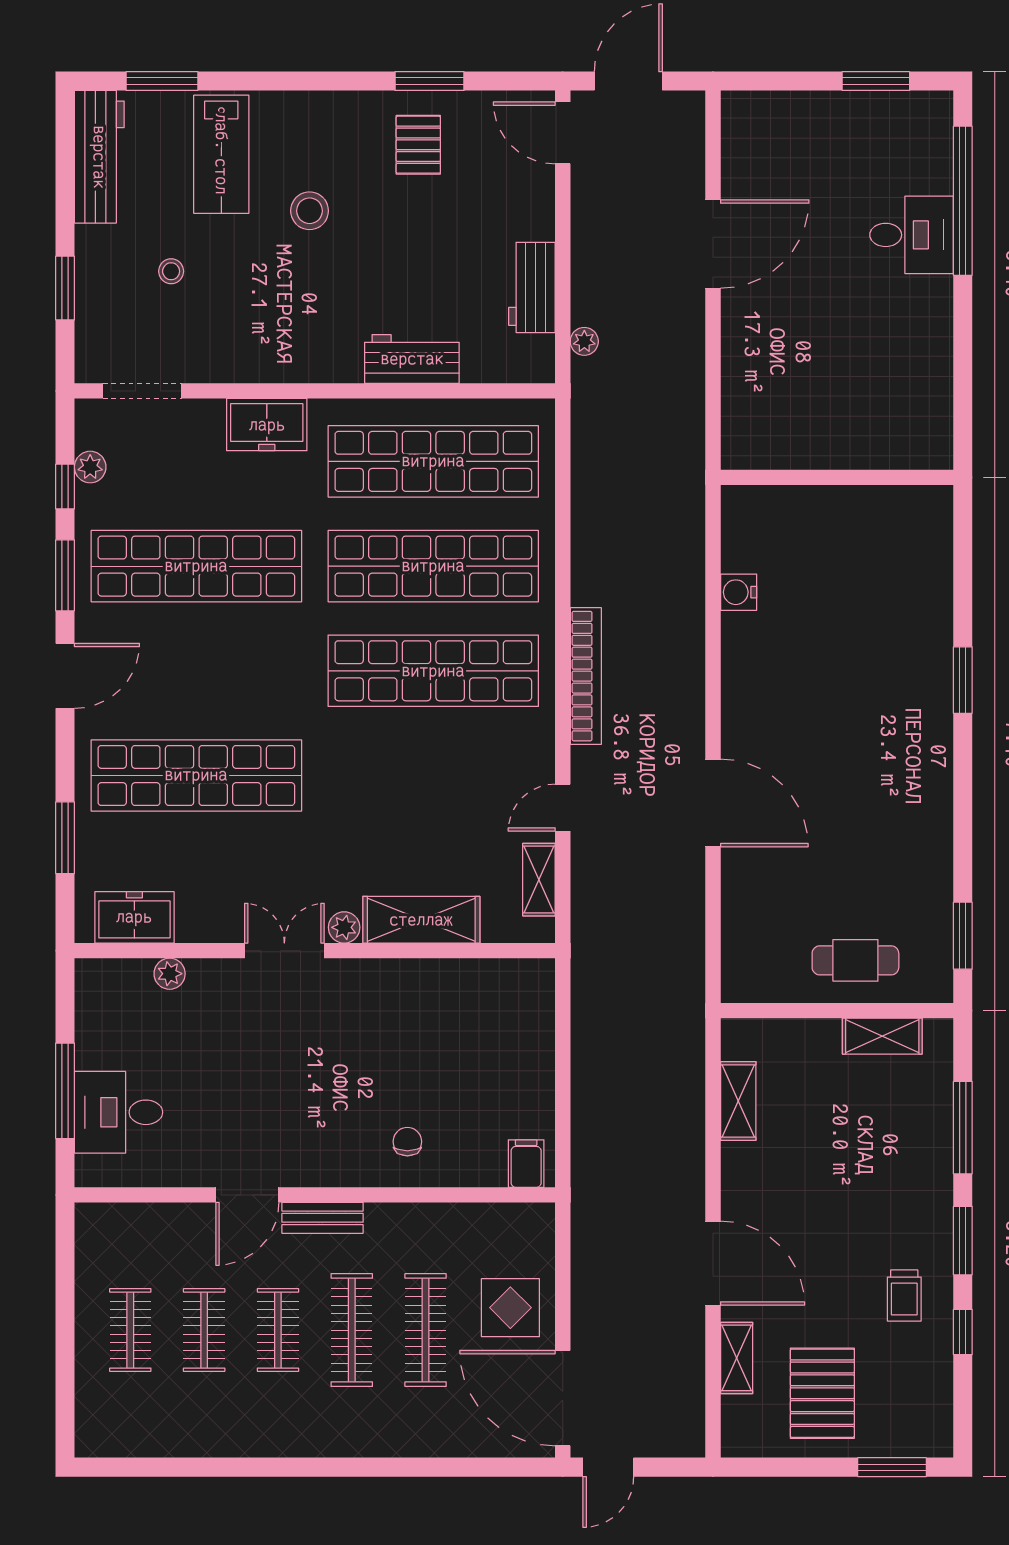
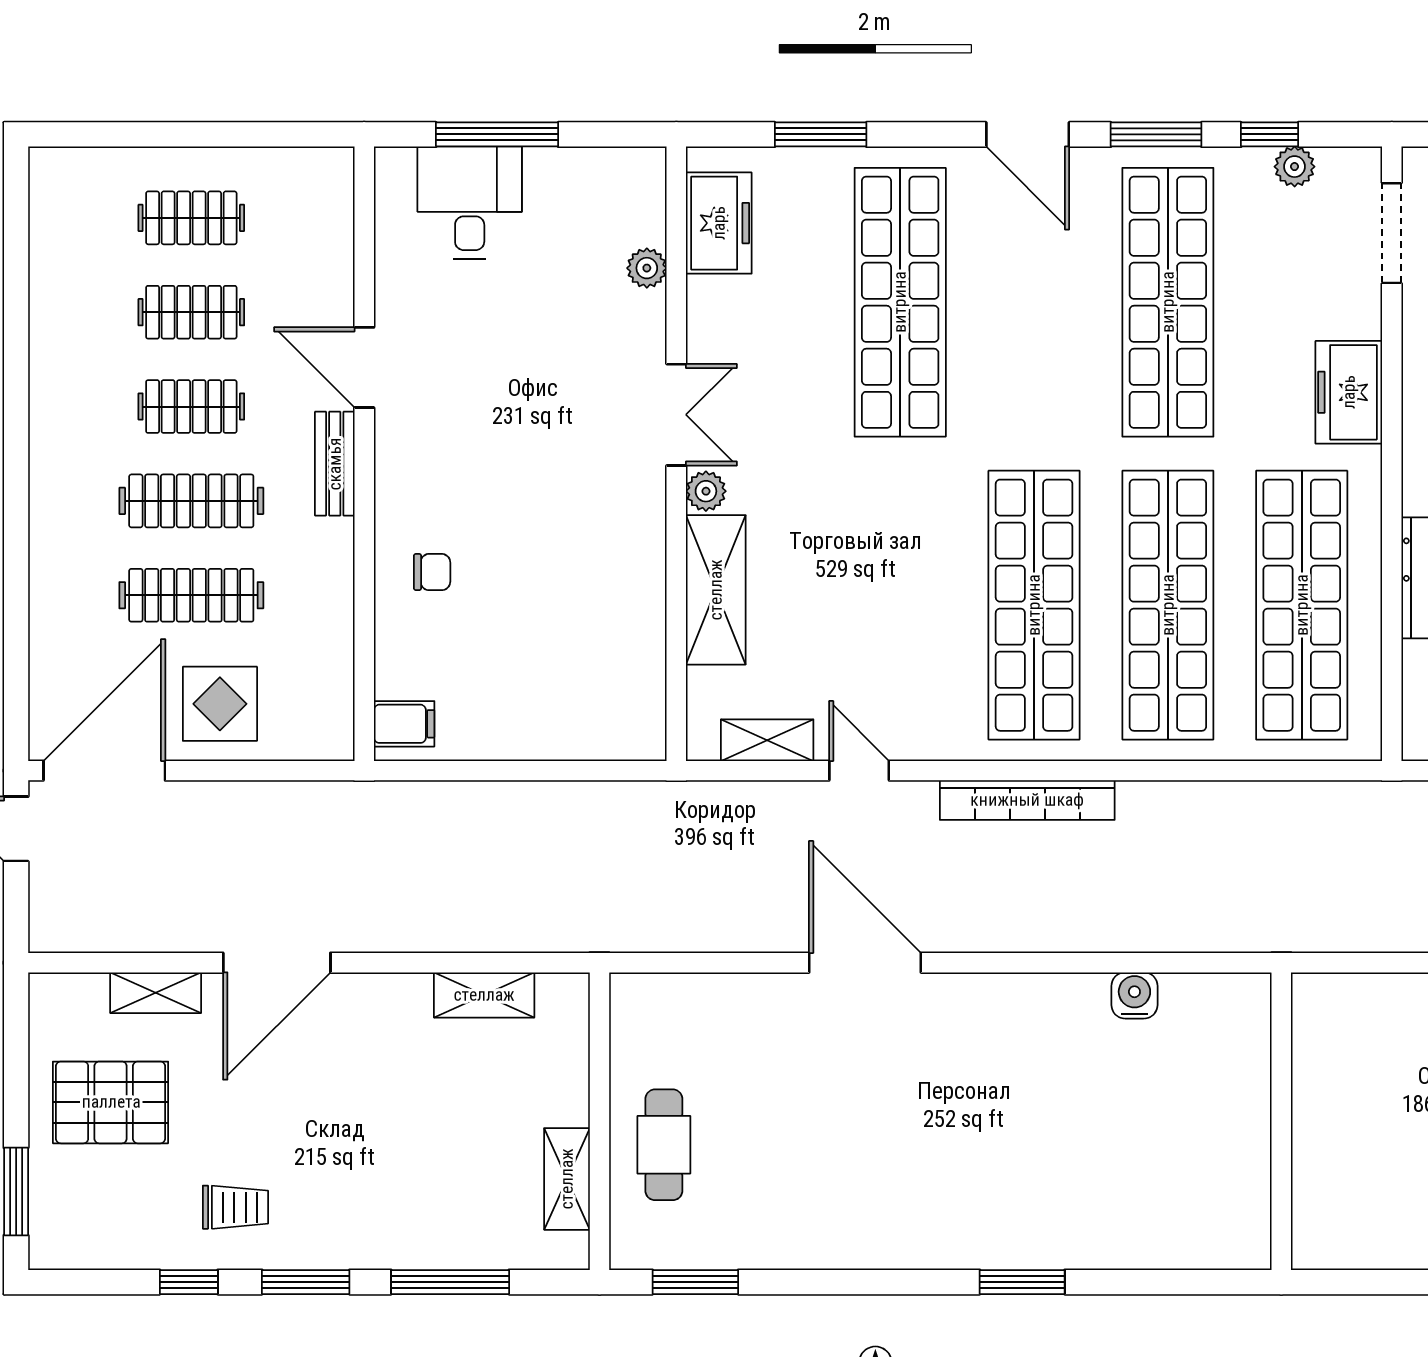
door: (713, 803) -> (865, 963), swing flipped
trolley: (904, 1295) -> (235, 1207), turned 180

